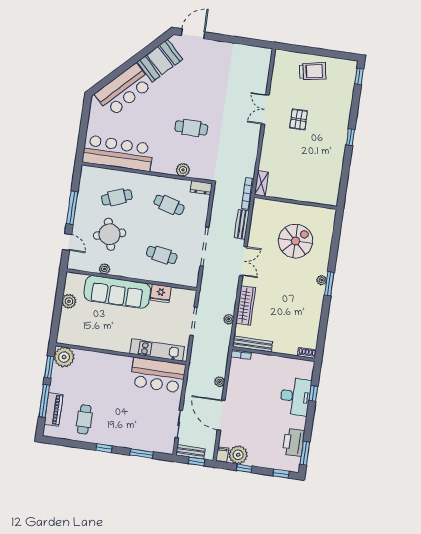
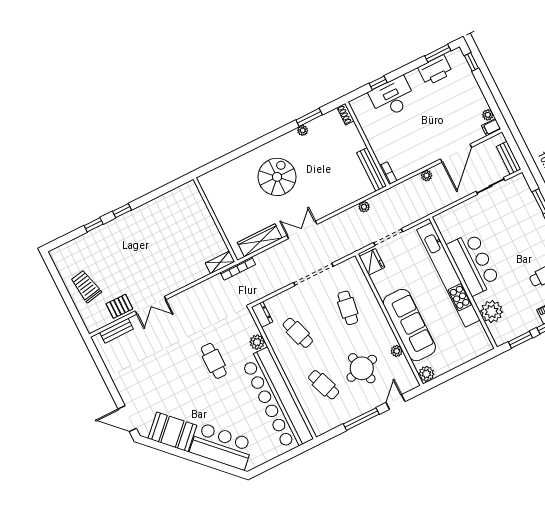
window: (359, 76) -> (94, 225), moved
pallet: (299, 119) -> (119, 306), moved
bar counter: (118, 153) -> (277, 400), width x1.36
cafe table: (169, 205) -> (298, 333), turned -33
bench: (242, 224) -> (116, 331), moved
spiral stairs: (296, 241) -> (277, 177), moved, turned 90
plant: (322, 280) -> (303, 130), moved
window: (329, 284) -> (309, 117), moved
fridge: (161, 293) -> (372, 262), moved
plant: (69, 301) -> (426, 374), moved
wardrobe: (246, 306) -> (260, 240), moved
kitchen unit: (157, 350) -> (448, 275), width x1.86
plant: (64, 357) -> (492, 312), moved
bar counter: (158, 375) -> (473, 264), moved
plant: (238, 455) -> (488, 115), width x0.53, depth x0.53
window: (197, 461) -> (513, 146), removed
window: (244, 468) -> (490, 99), removed

